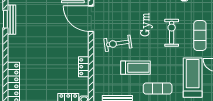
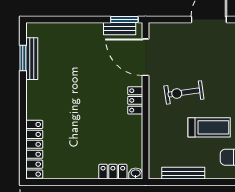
locker: (84, 67) -> (135, 100), moved

